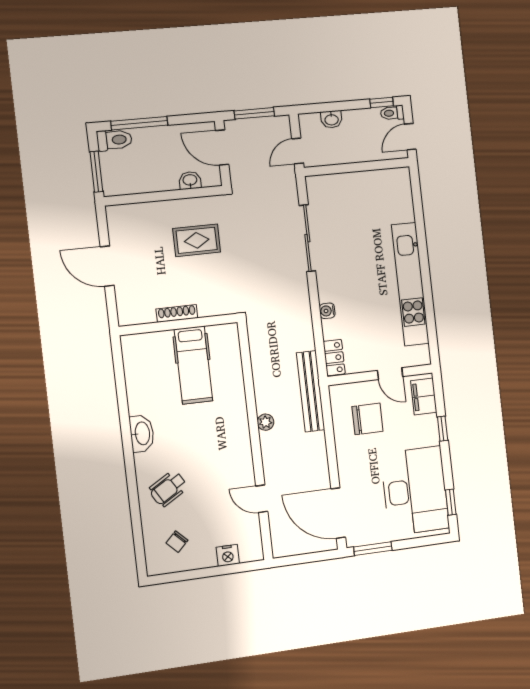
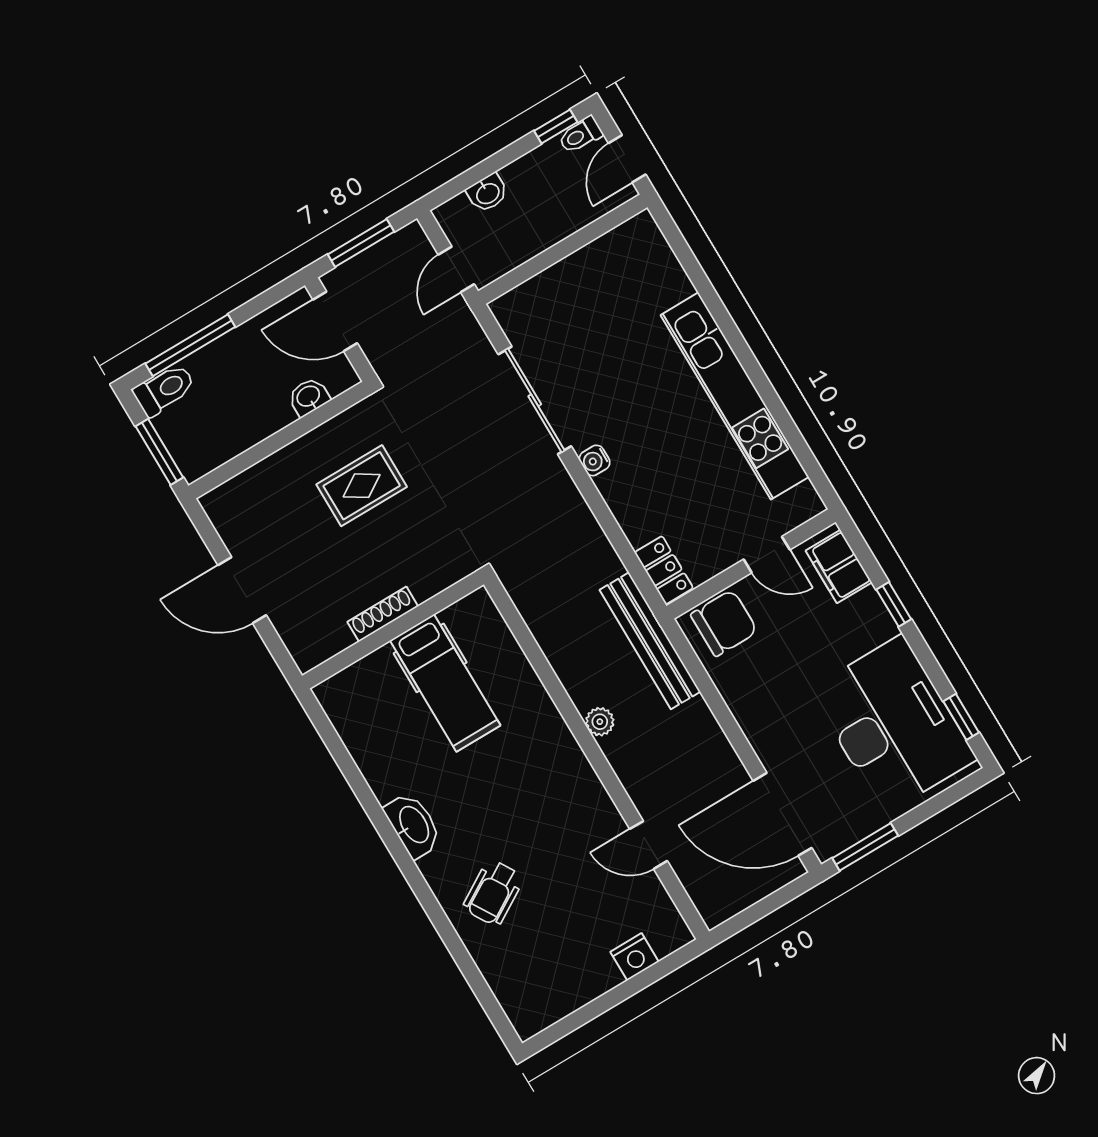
water cooler: (327, 311) -> (595, 460), moved
chair: (367, 419) -> (724, 623), moved
chair: (177, 542) -> (544, 969), removed

